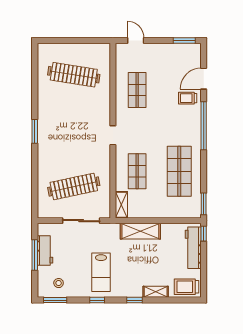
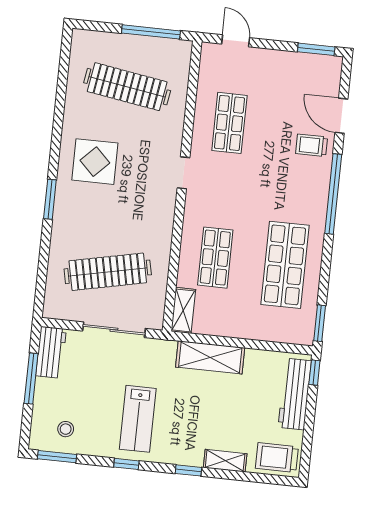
window: (85, 41) -> (151, 32), added
door: (204, 79) -> (341, 116), hinge flipped
display table: (59, 121) -> (95, 162), added
window: (35, 131) -> (50, 199), moved
doorway: (113, 135) -> (183, 173), moved
workbench: (45, 250) -> (51, 352), moved

